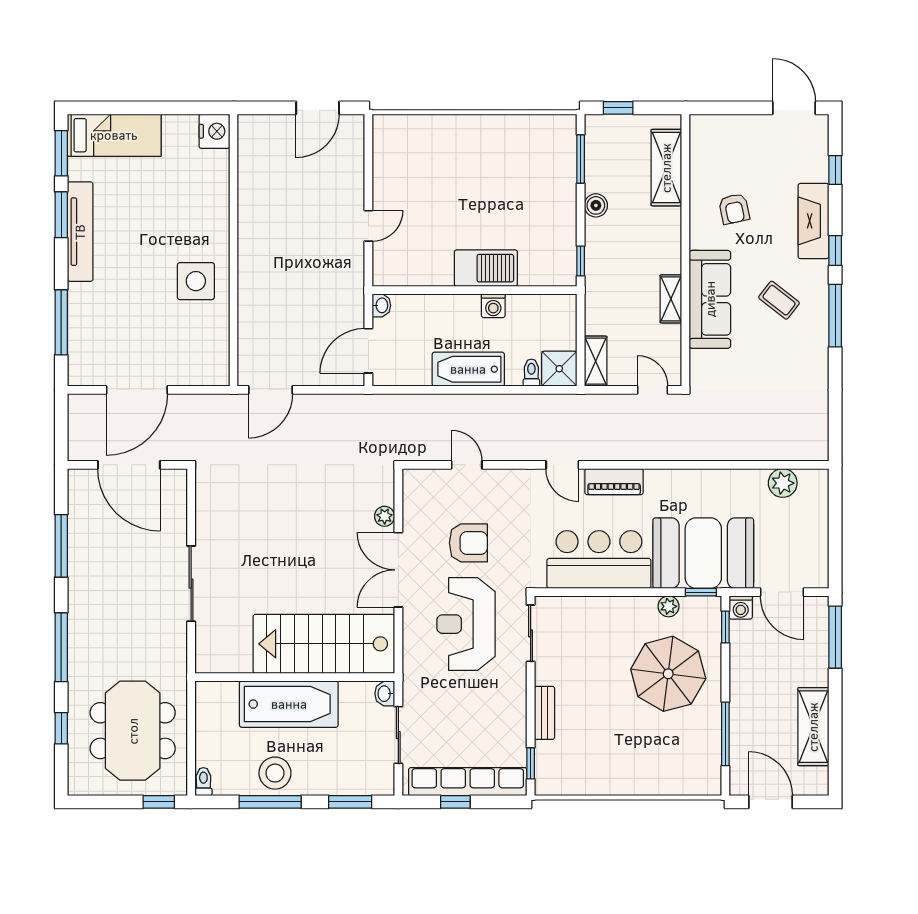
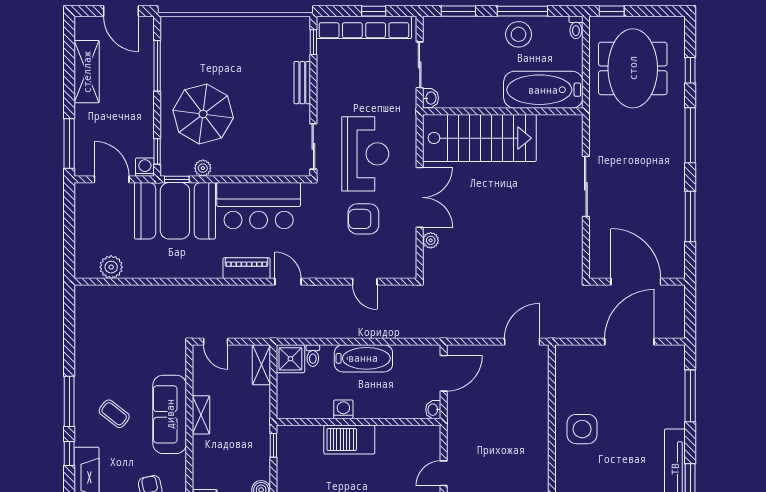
bathtub: (289, 704) -> (543, 90), moved

